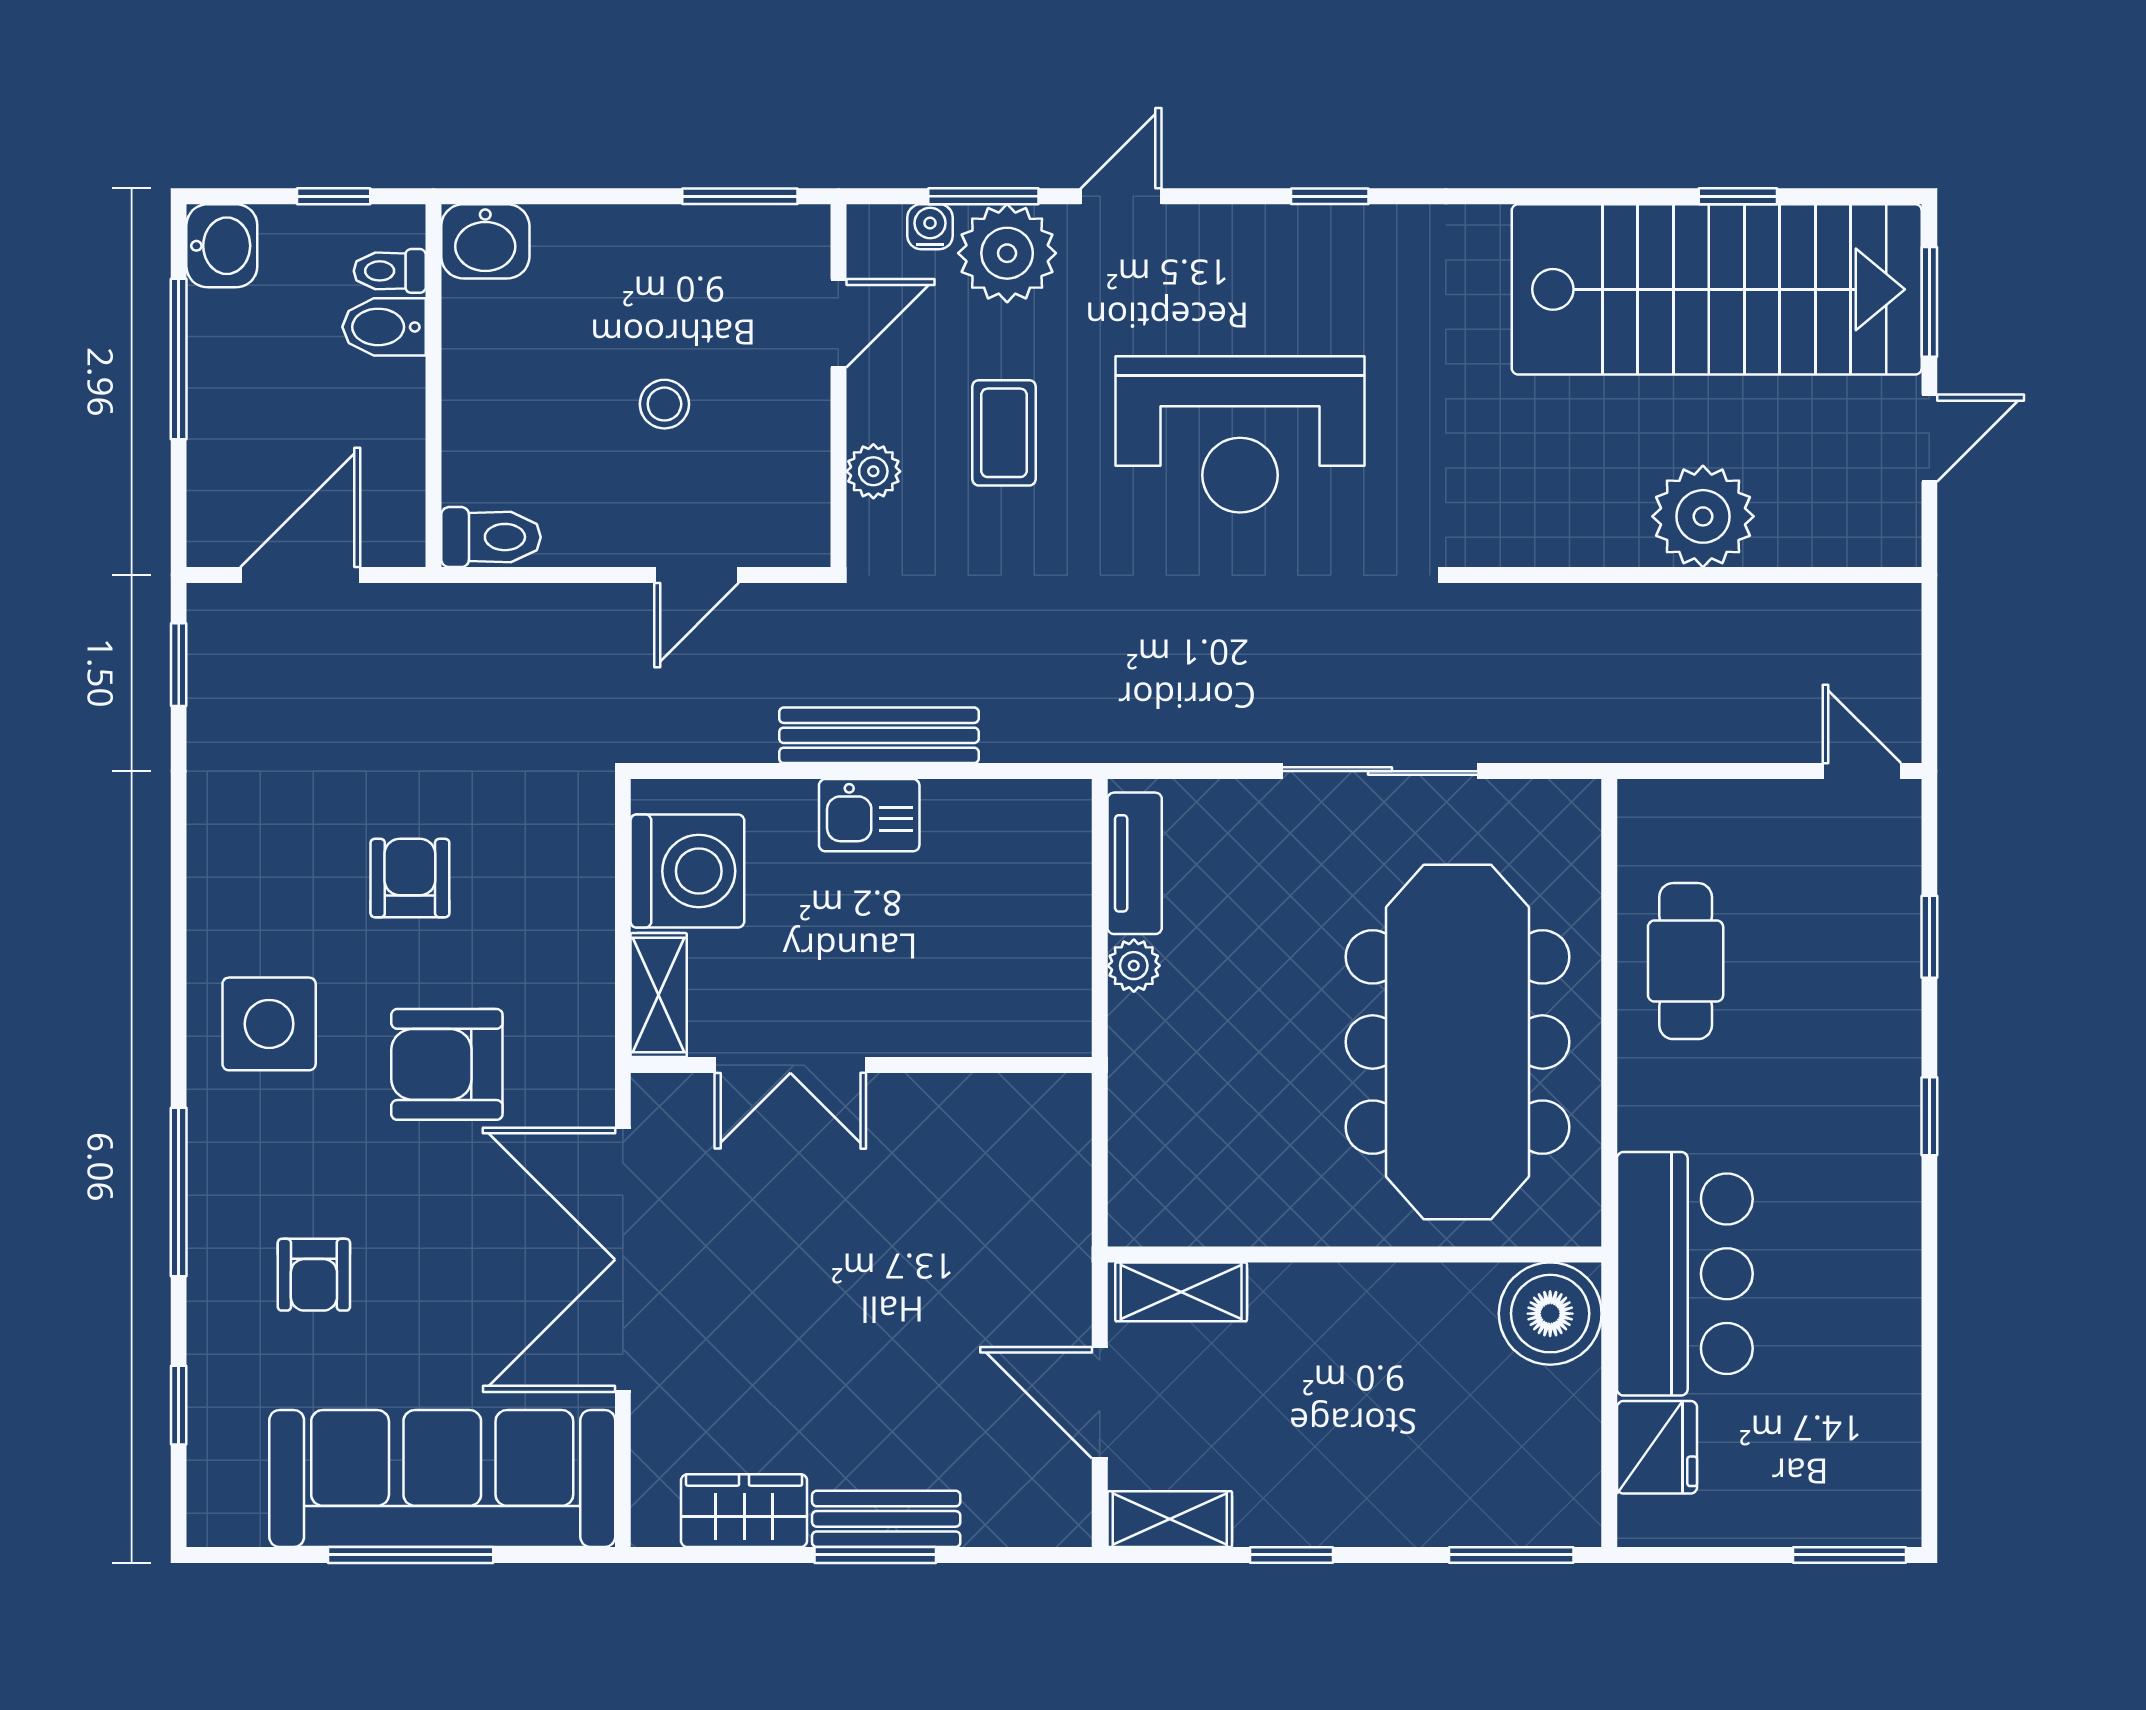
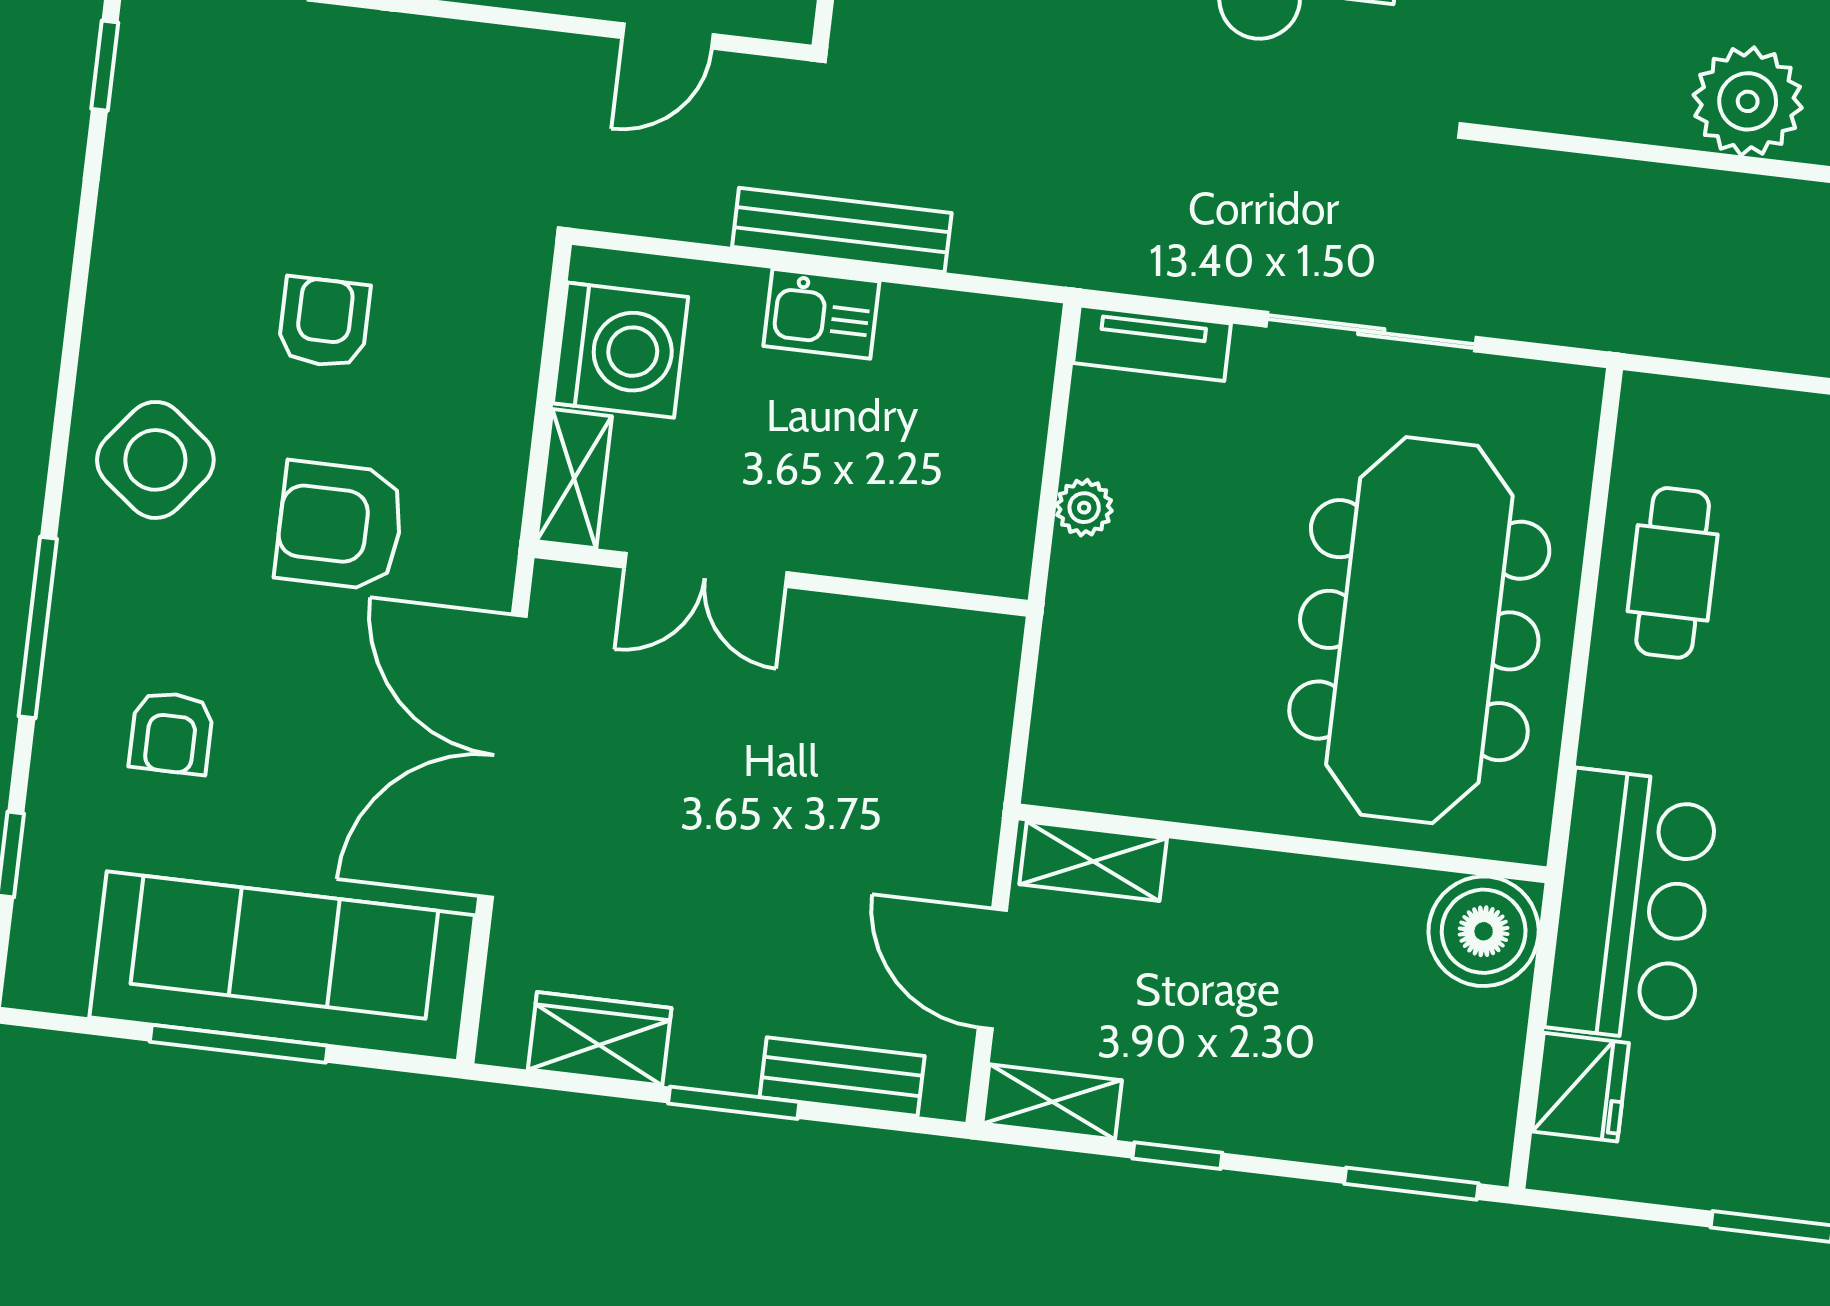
tv unit: (1135, 863) -> (1152, 343), moved, turned 90
side table: (269, 1024) -> (155, 460), turned 38
bench: (886, 1519) -> (842, 1077), moved

